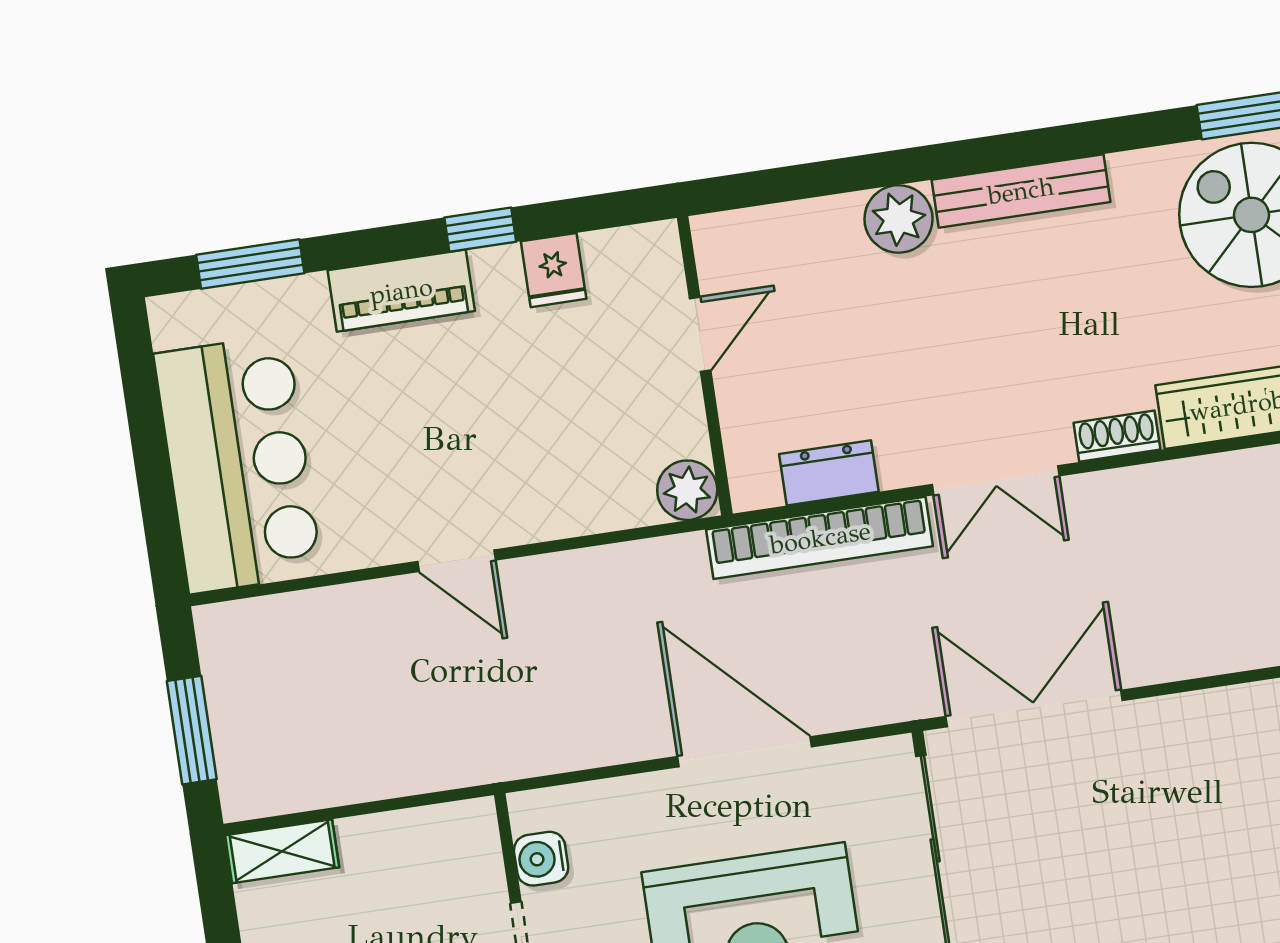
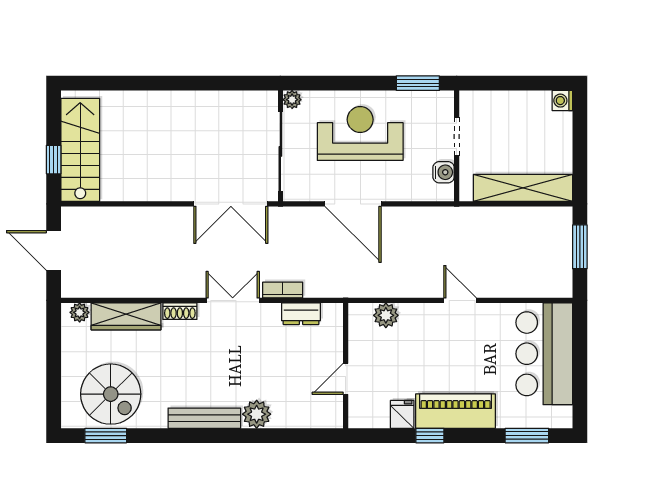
piano: (401, 291) -> (456, 411), width x1.37, depth x1.33
plant: (687, 490) -> (386, 315), moved
bookcase: (820, 538) -> (283, 290), width x0.43, depth x0.76
shelving: (282, 851) -> (523, 188), width x2.20, depth x1.33

